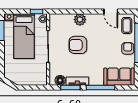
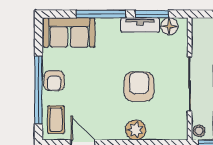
armchair: (78, 45) -> (139, 87), turned -90

